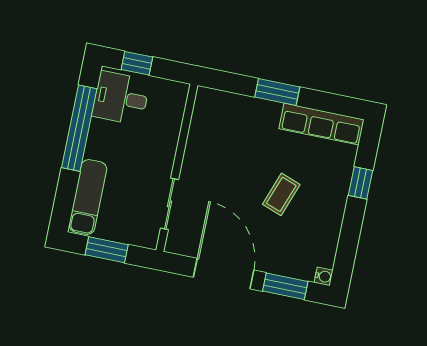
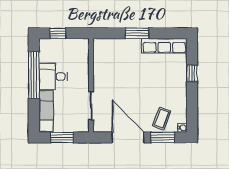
desk: (121, 98) -> (53, 77), moved
coffee table: (281, 194) -> (161, 119), moved

